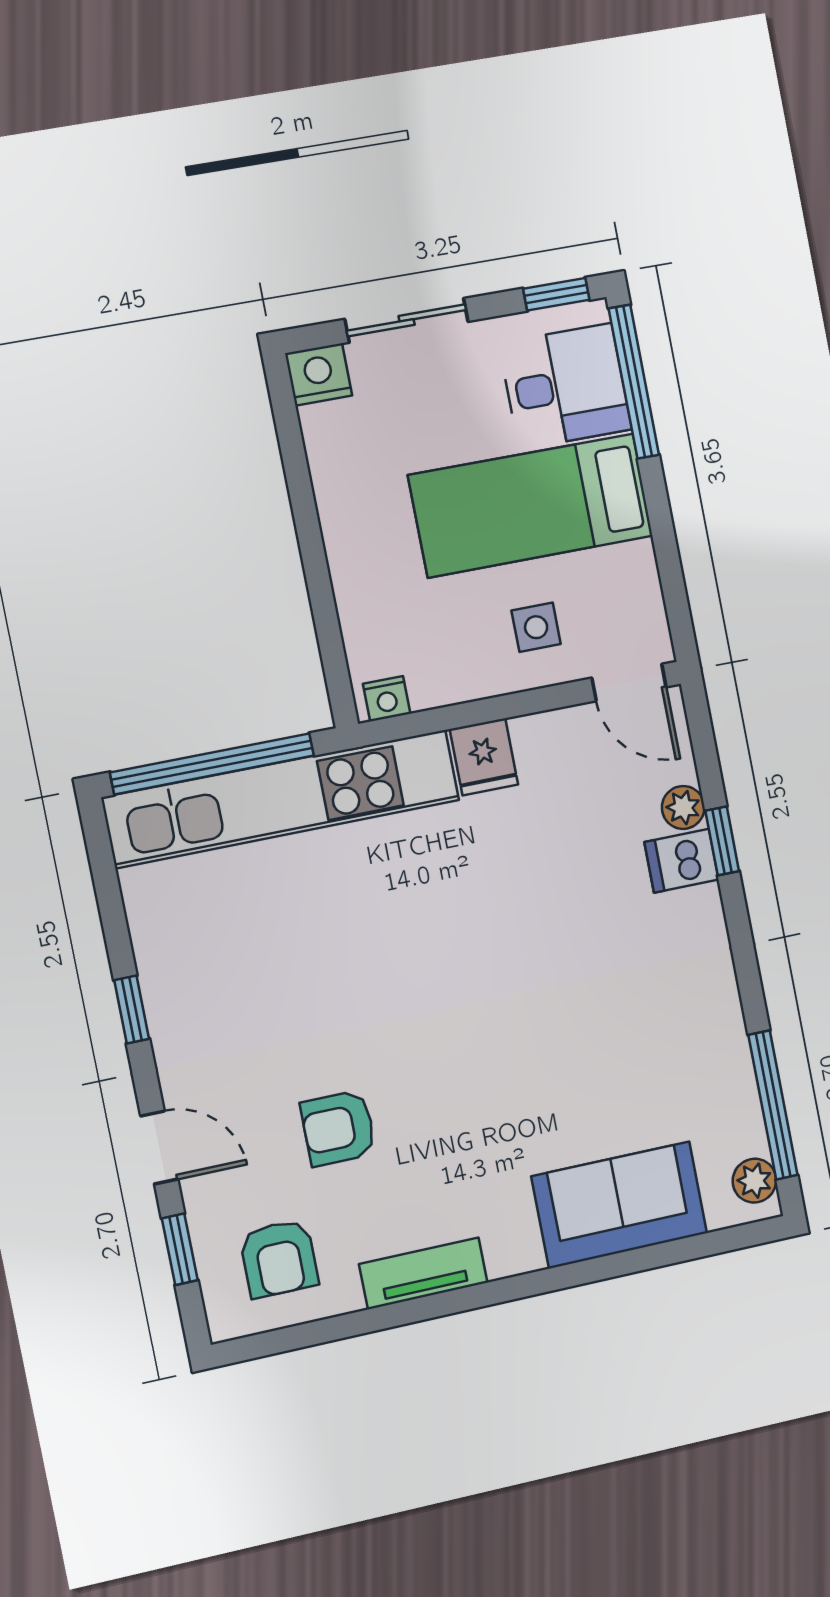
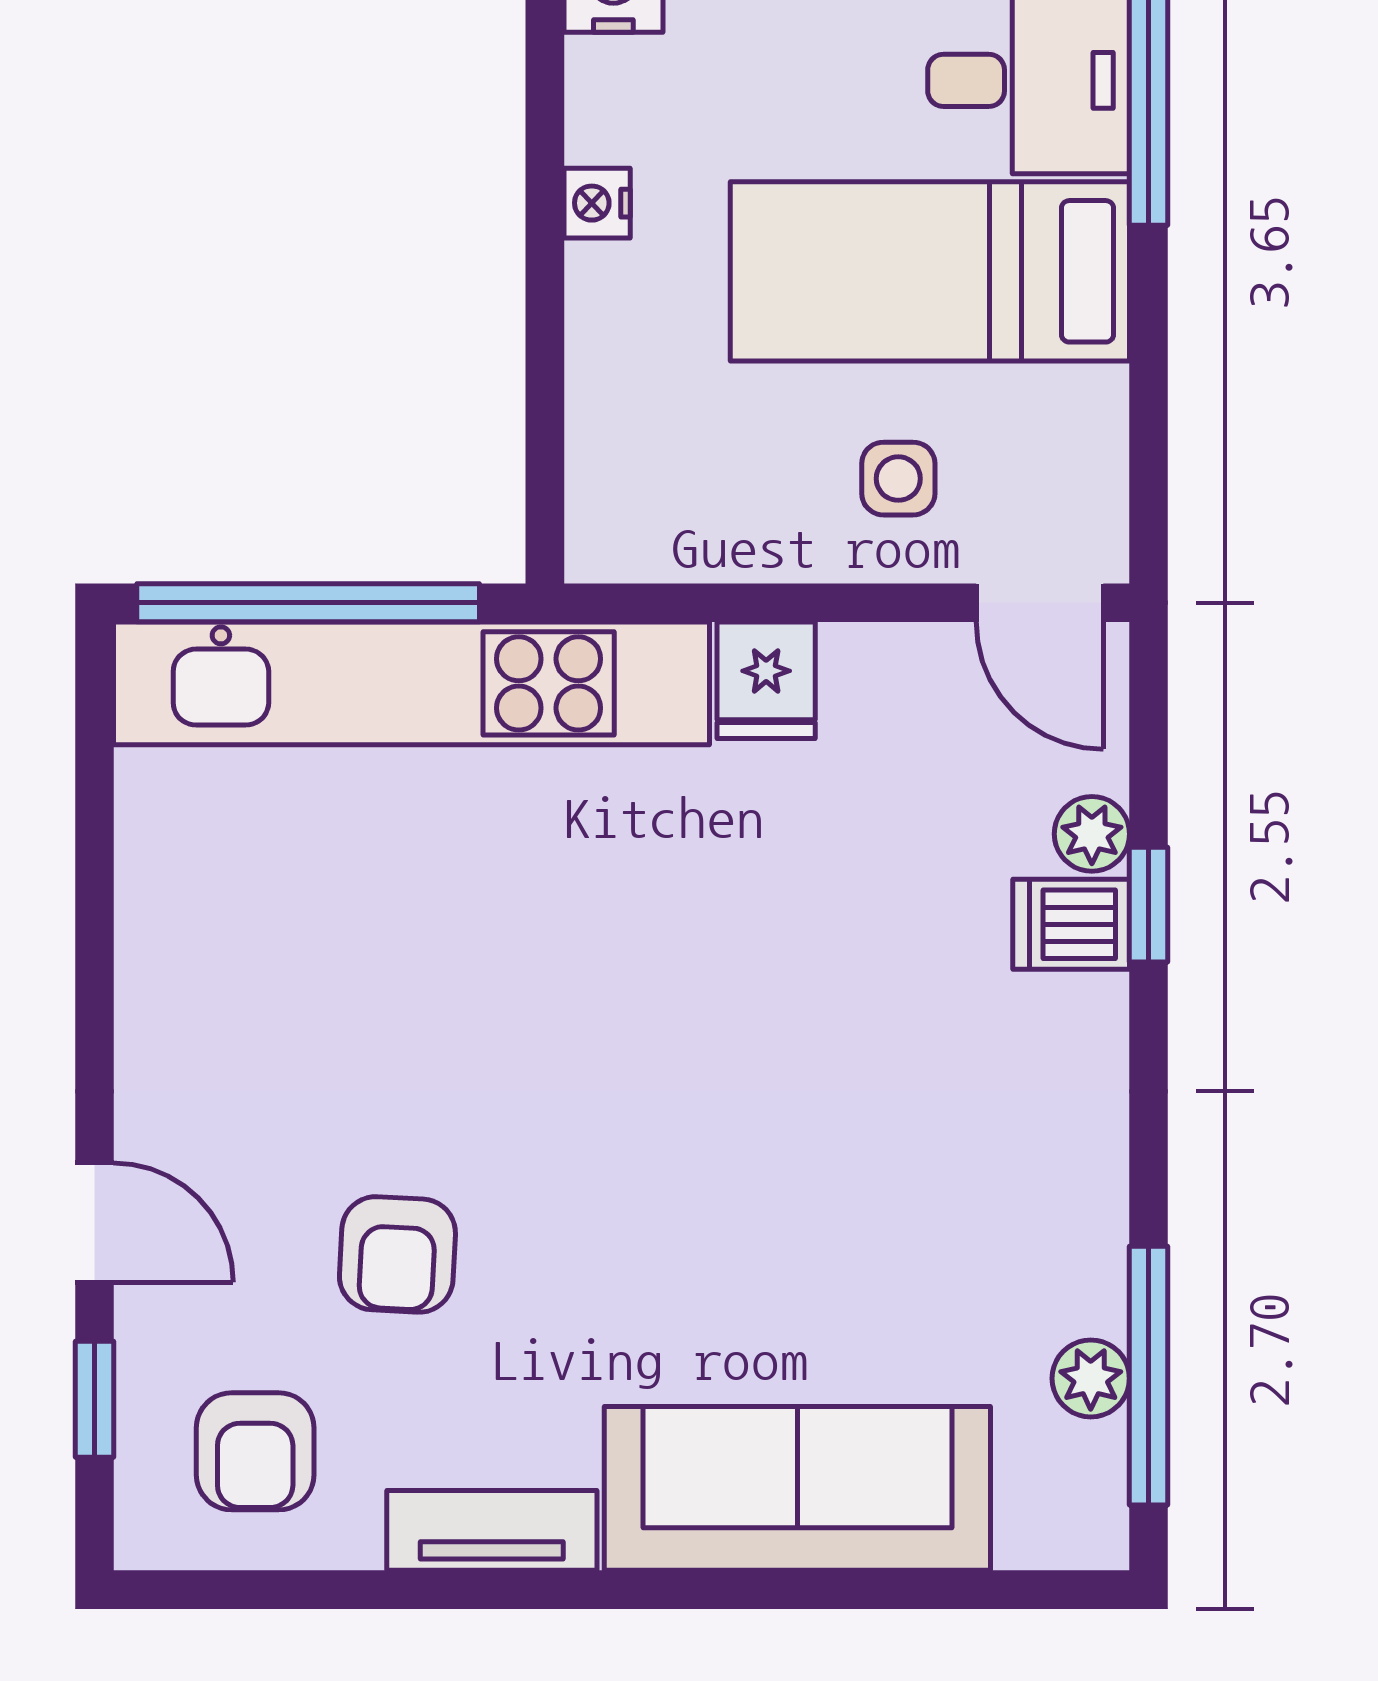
nightstand: (387, 699) -> (597, 203), moved, turned 90
window: (132, 1010) -> (95, 984), removed
armchair: (338, 1128) -> (397, 1254), turned -87
plant: (754, 1181) -> (1091, 1378), moved
sofa: (619, 1205) -> (797, 1488), width x1.36

